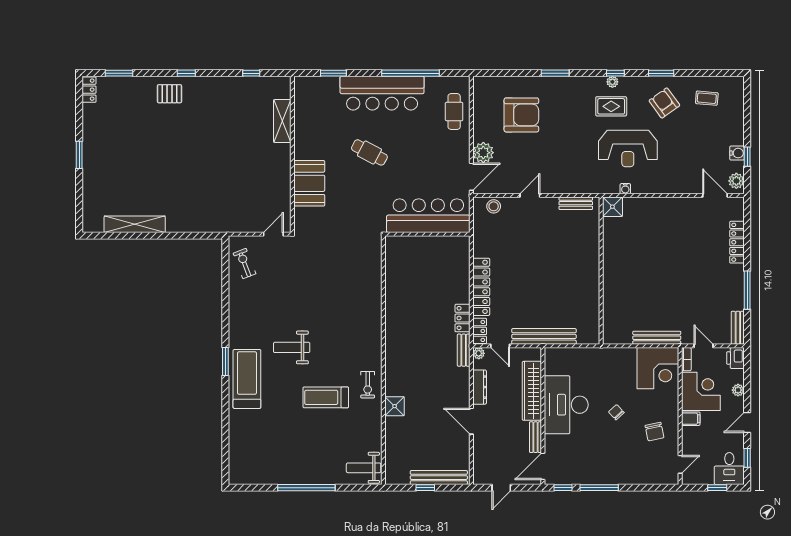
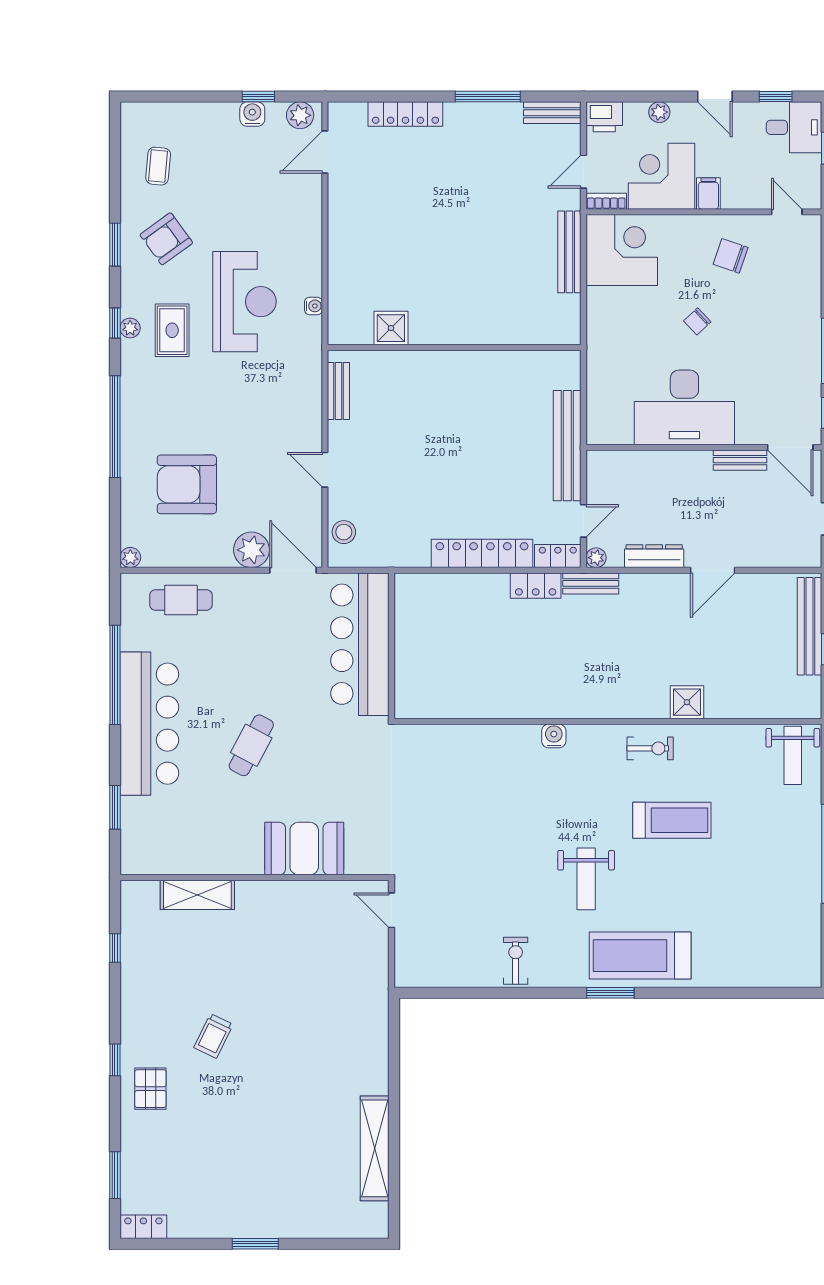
window: (555, 73) -> (115, 427), width x2.11
plant: (479, 82) -> (130, 557), added
armchair: (521, 115) -> (187, 484), turned -90
trolley: (200, 130) -> (213, 1036), added
shower: (612, 207) -> (391, 328), moved
exercise bike: (244, 263) -> (516, 961), moved, turned 111
water cooler: (375, 329) -> (554, 736), added
wardrobe: (532, 391) -> (661, 466), removed
treadmill: (326, 397) -> (672, 820), turned -90
chair: (654, 432) -> (731, 256), turned -149

